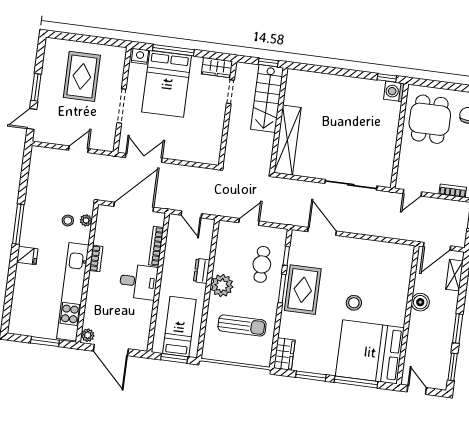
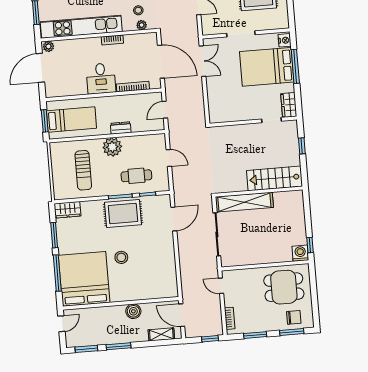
stairs: (267, 98) -> (275, 178), moved
wall: (279, 120) -> (259, 192), moved
shelving: (287, 140) -> (244, 202), moved

